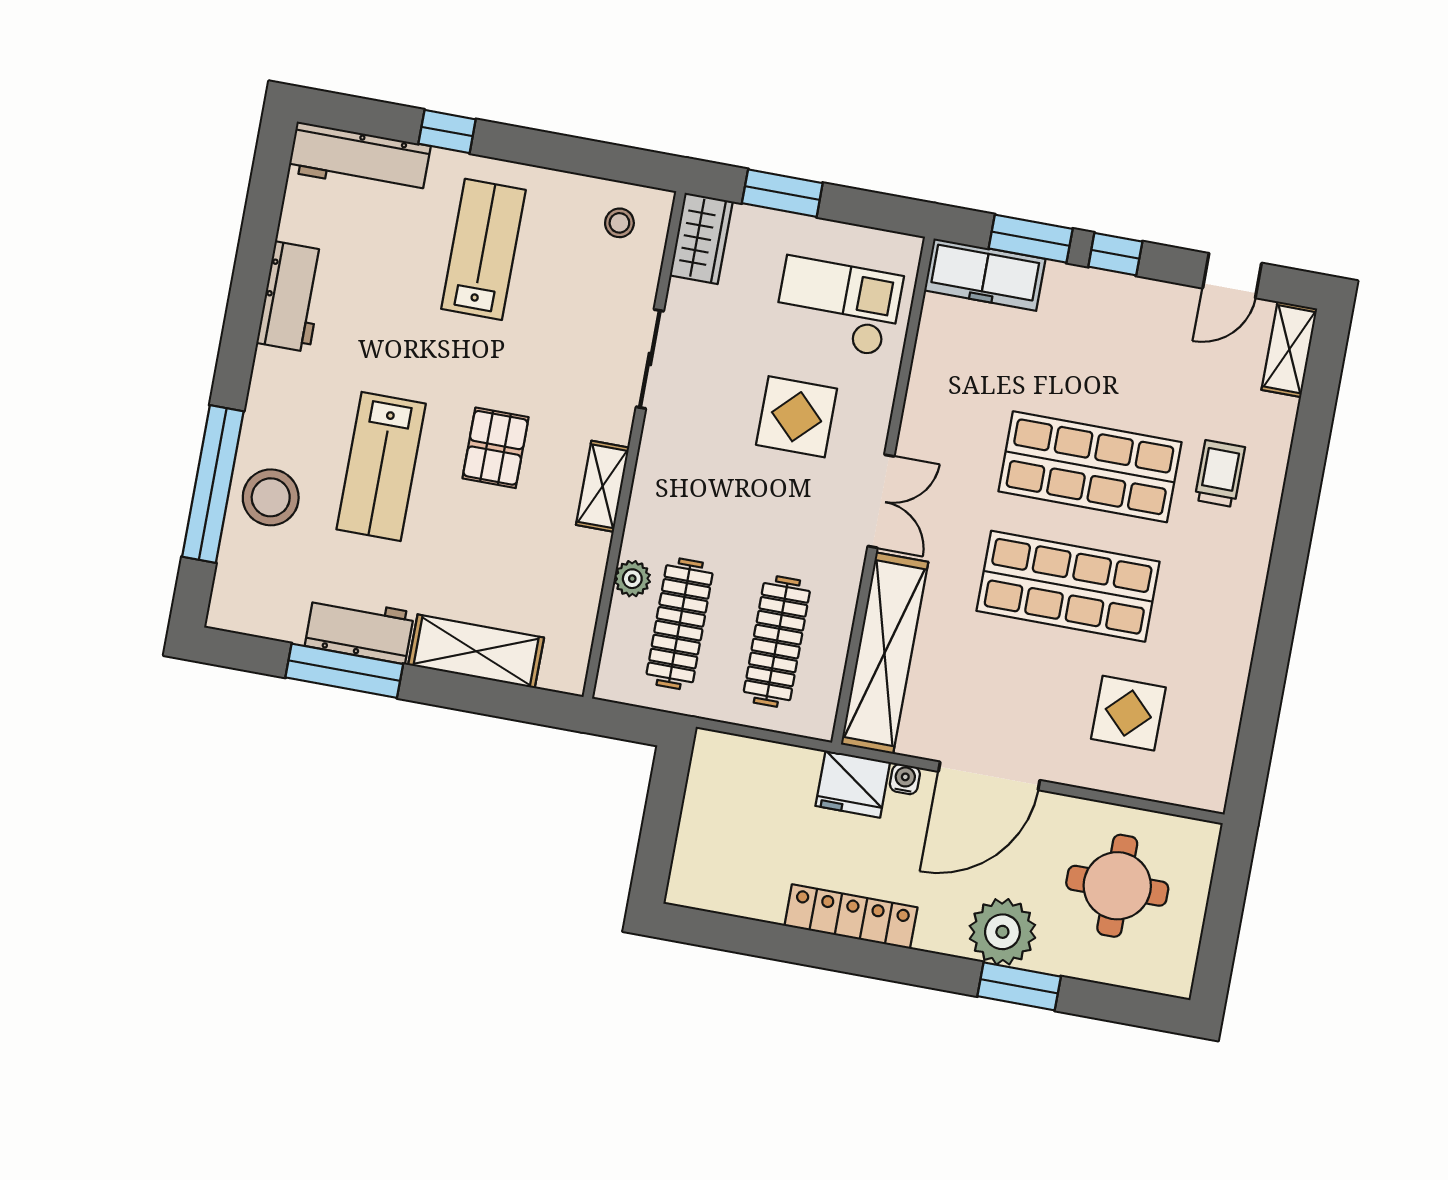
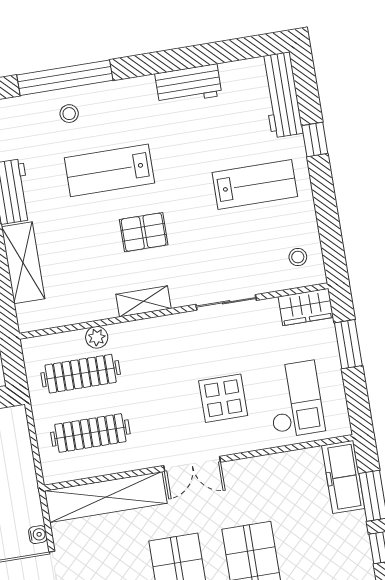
stool: (271, 497) -> (69, 114), width x0.53, depth x0.53
fridge: (853, 784) -> (24, 506), removed

